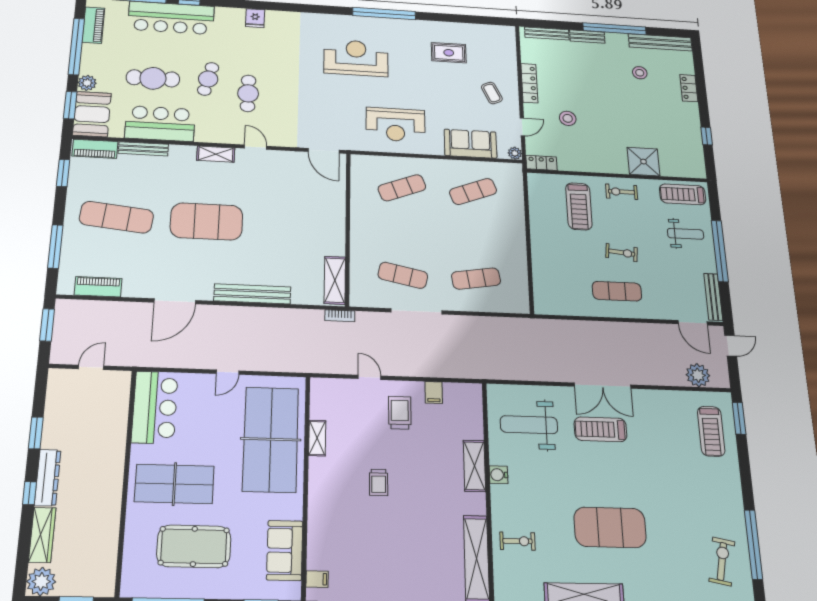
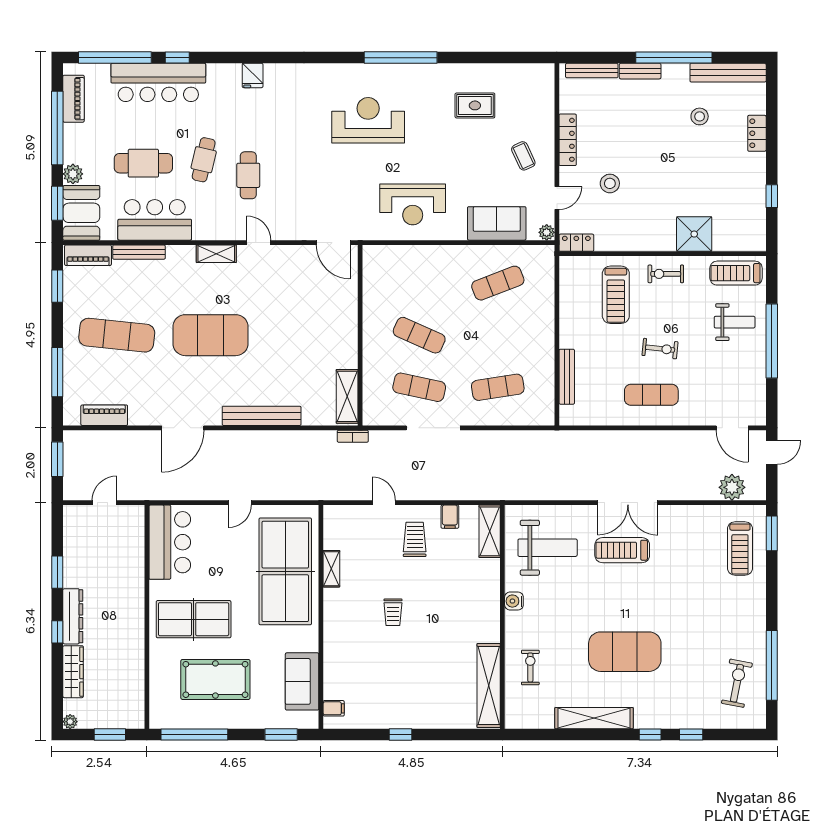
exercise mat: (402, 188) -> (419, 335), moved, turned 45
bench: (713, 297) -> (567, 377), moved
weight bench: (529, 425) -> (548, 548), turned 180
shelving: (474, 466) -> (490, 531), moved
exercise bike: (518, 541) -> (530, 667), turned -90
plant: (41, 582) -> (70, 722), width x0.53, depth x0.53

